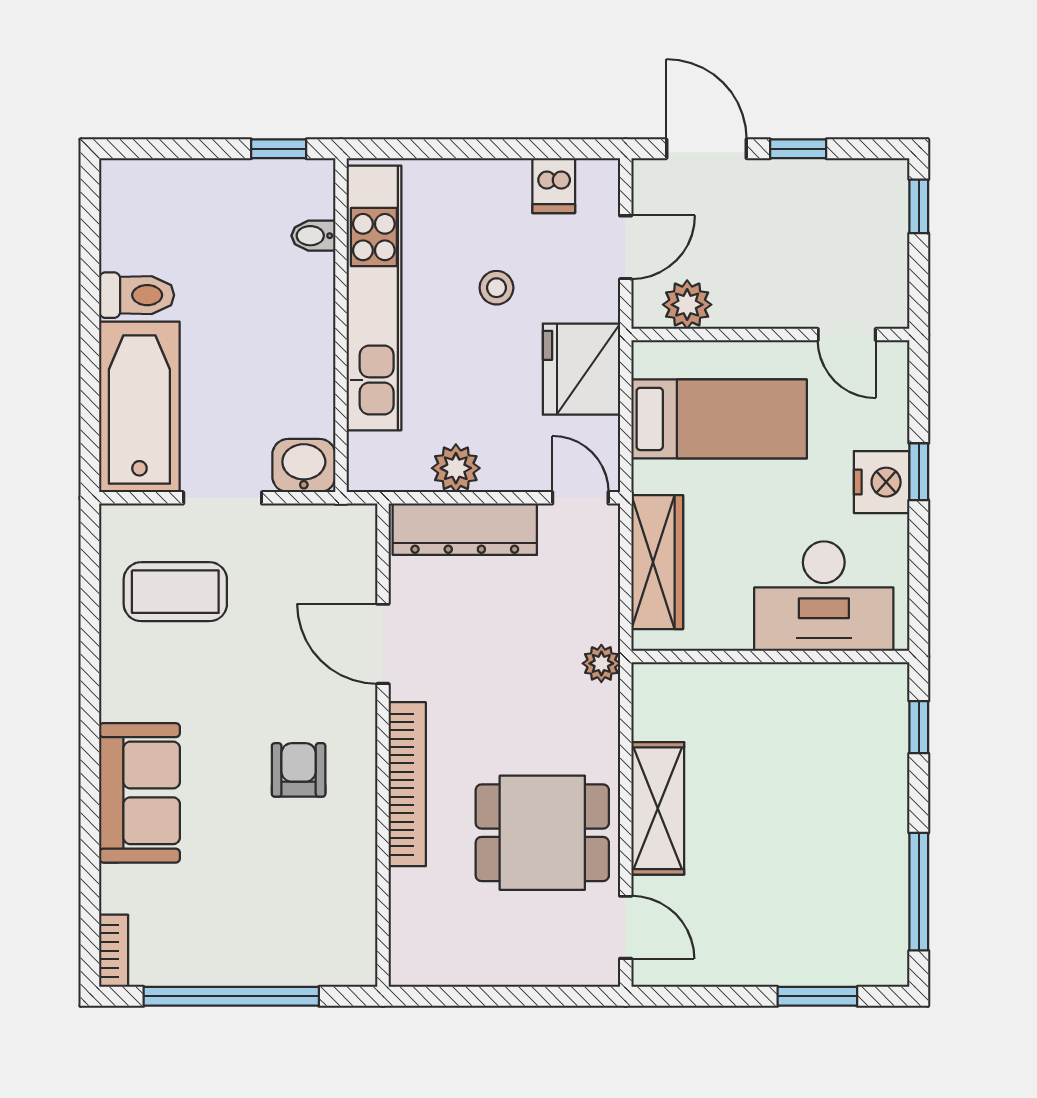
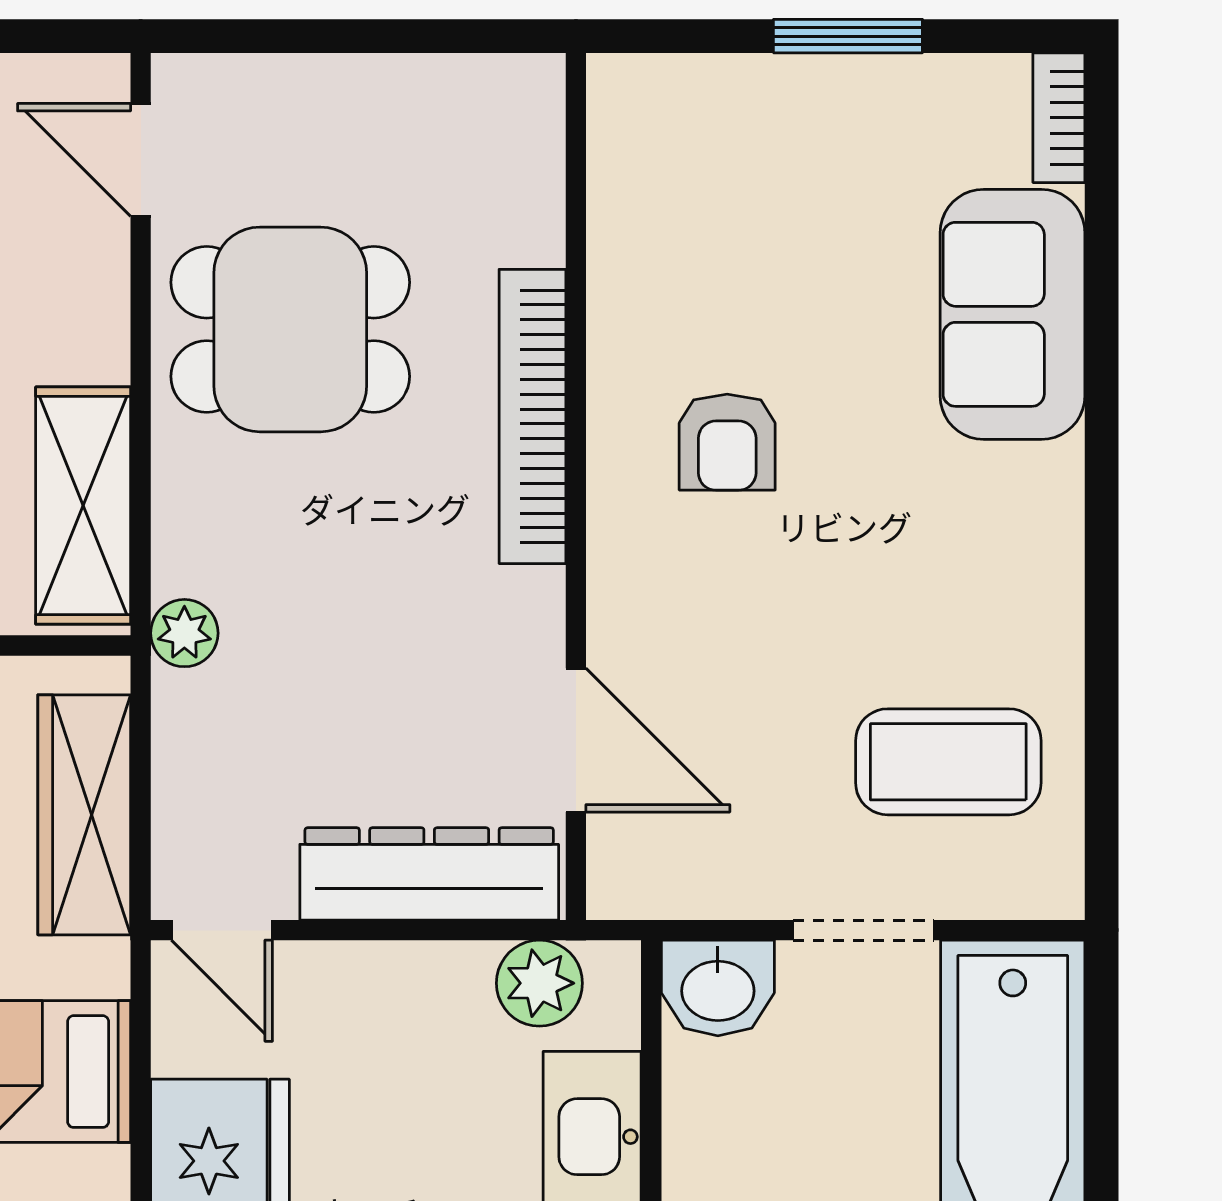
plant: (456, 468) -> (539, 983), moved
door: (383, 644) -> (576, 740), moved
sofa: (140, 793) -> (1013, 314), moved
shelving: (658, 808) -> (83, 506), moved
window: (231, 996) -> (848, 36), width x0.47

